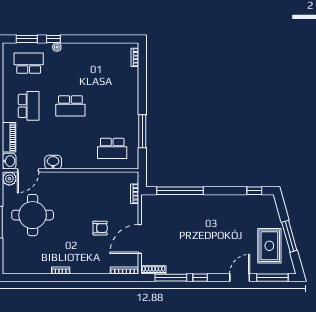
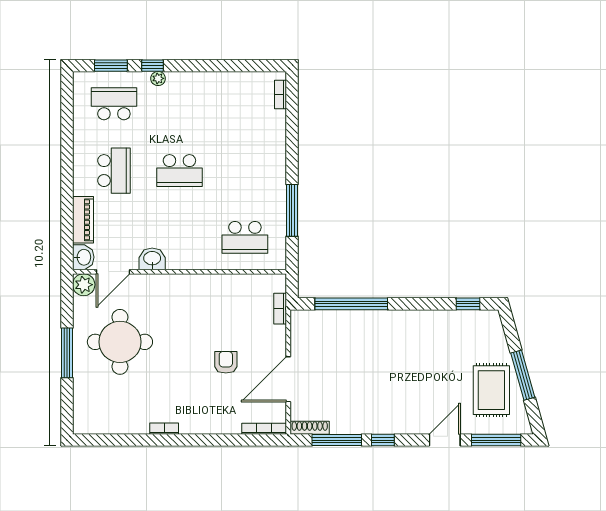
armchair: (100, 228) -> (226, 362), turned -90

